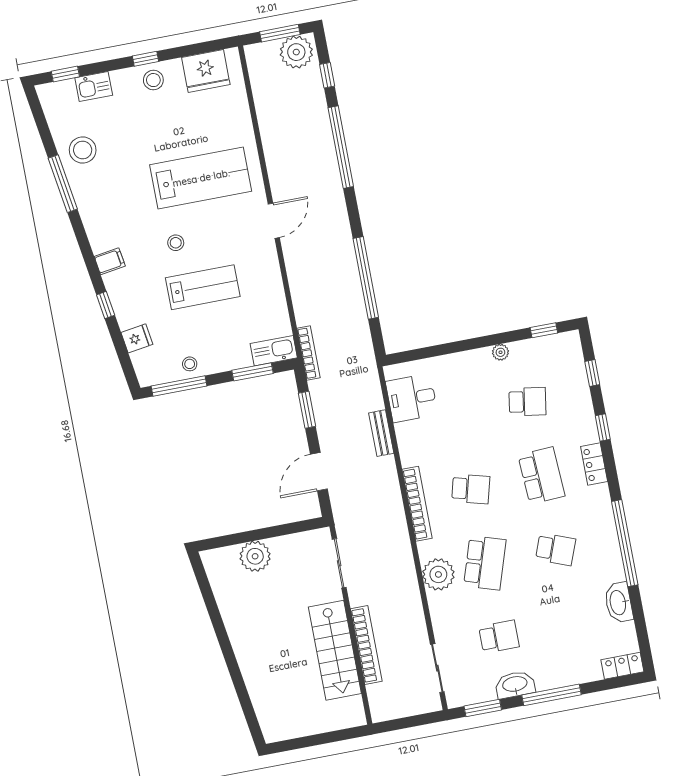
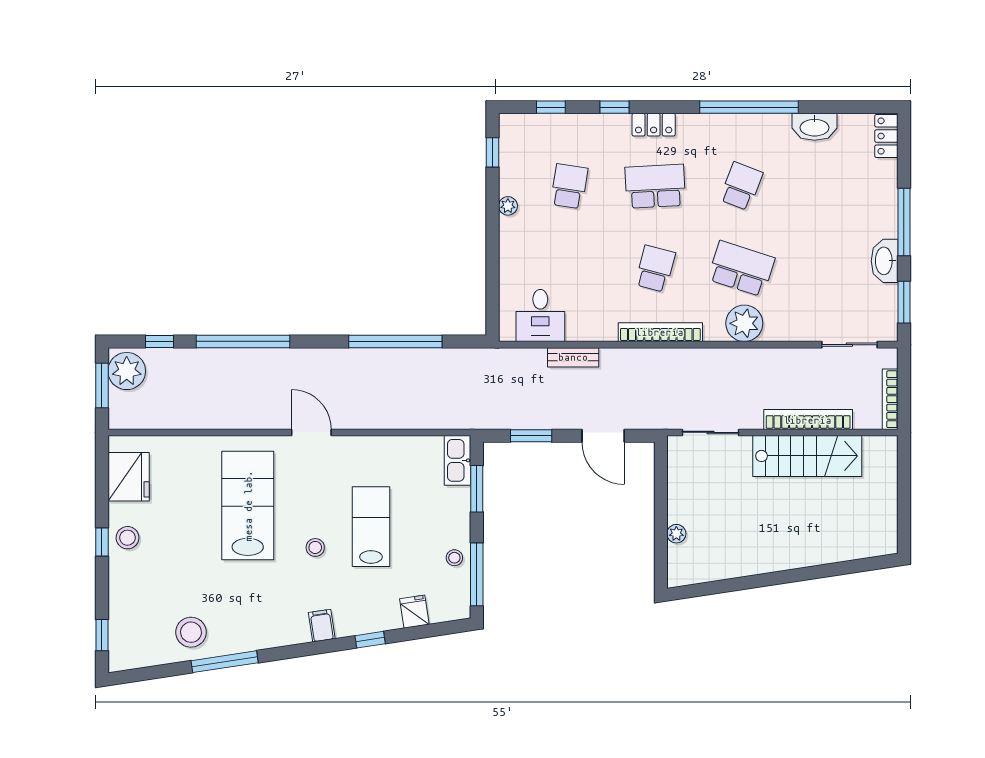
kitchen sink: (94, 87) -> (122, 606), removed
bookcase: (309, 353) -> (890, 399), moved, turned -90
plant: (255, 556) -> (676, 534), width x0.53, depth x0.53
school desk: (499, 637) -> (827, 269), removed

